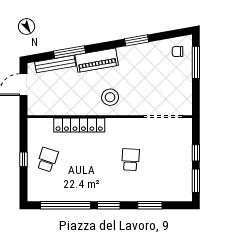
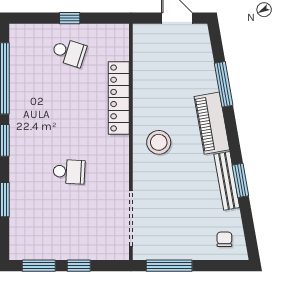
window: (196, 62) -> (169, 266), moved
bench: (55, 64) -> (227, 181), moved

